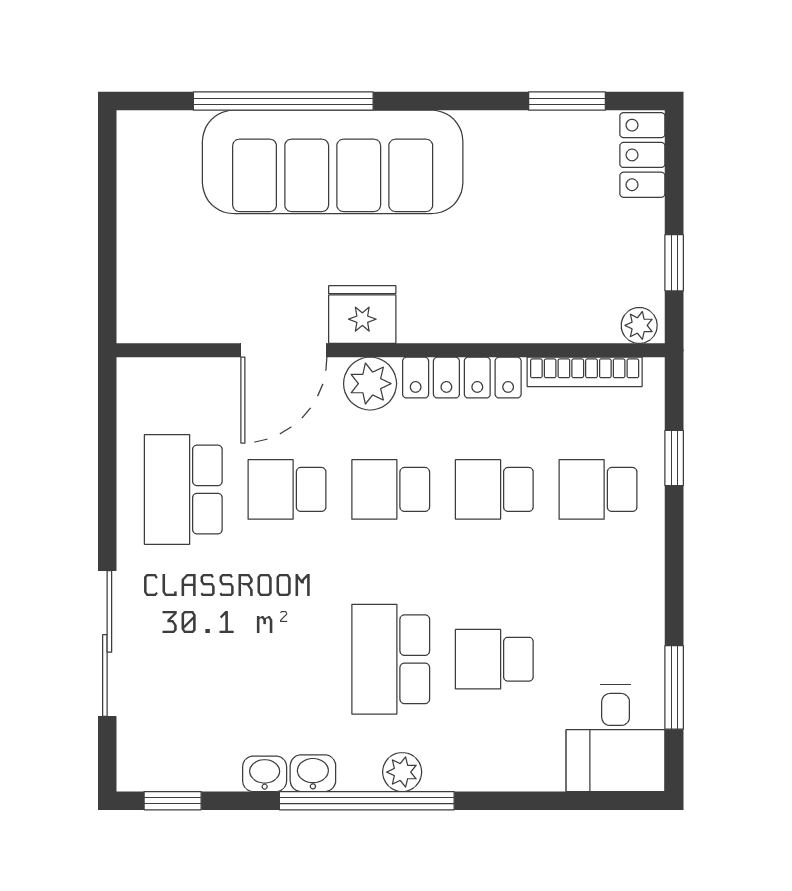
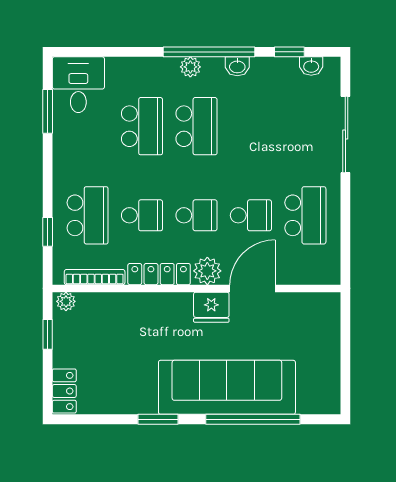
window: (567, 101) -> (158, 419), moved
school desk: (598, 489) -> (88, 215), width x1.85
school desk: (494, 659) -> (142, 126), width x1.85
washbasin: (265, 774) -> (311, 66), moved
window: (173, 801) -> (289, 52), moved

